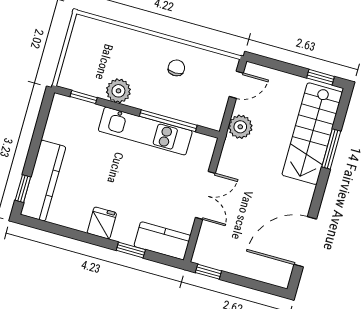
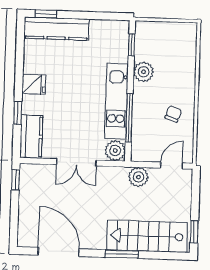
chair: (176, 68) -> (173, 114), turned -70
door: (236, 85) -> (172, 166), swing flipped
plant: (203, 147) -> (115, 151), added
window: (331, 149) -> (122, 254), moved

